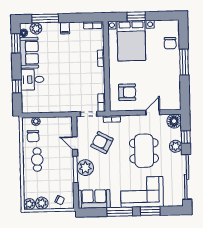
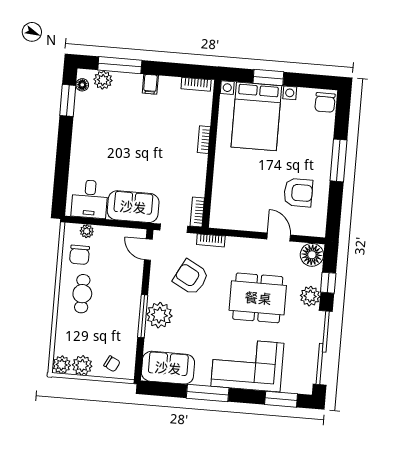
chair: (170, 43) -> (325, 102), moved
sofa: (29, 53) -> (133, 207), moved, turned -90
desk: (32, 80) -> (90, 199), moved, turned -90
window: (17, 86) -> (62, 171), removed
armchair: (127, 92) -> (298, 193), moved
door: (153, 112) -> (279, 237), hinge flipped
door: (75, 143) -> (148, 250), moved
dining table: (144, 151) -> (258, 298), turned 90
window: (150, 211) -> (281, 399), moved

